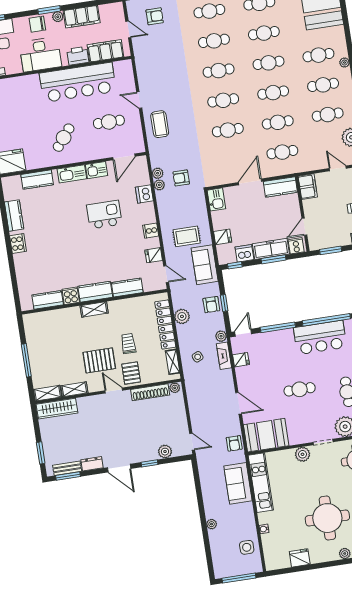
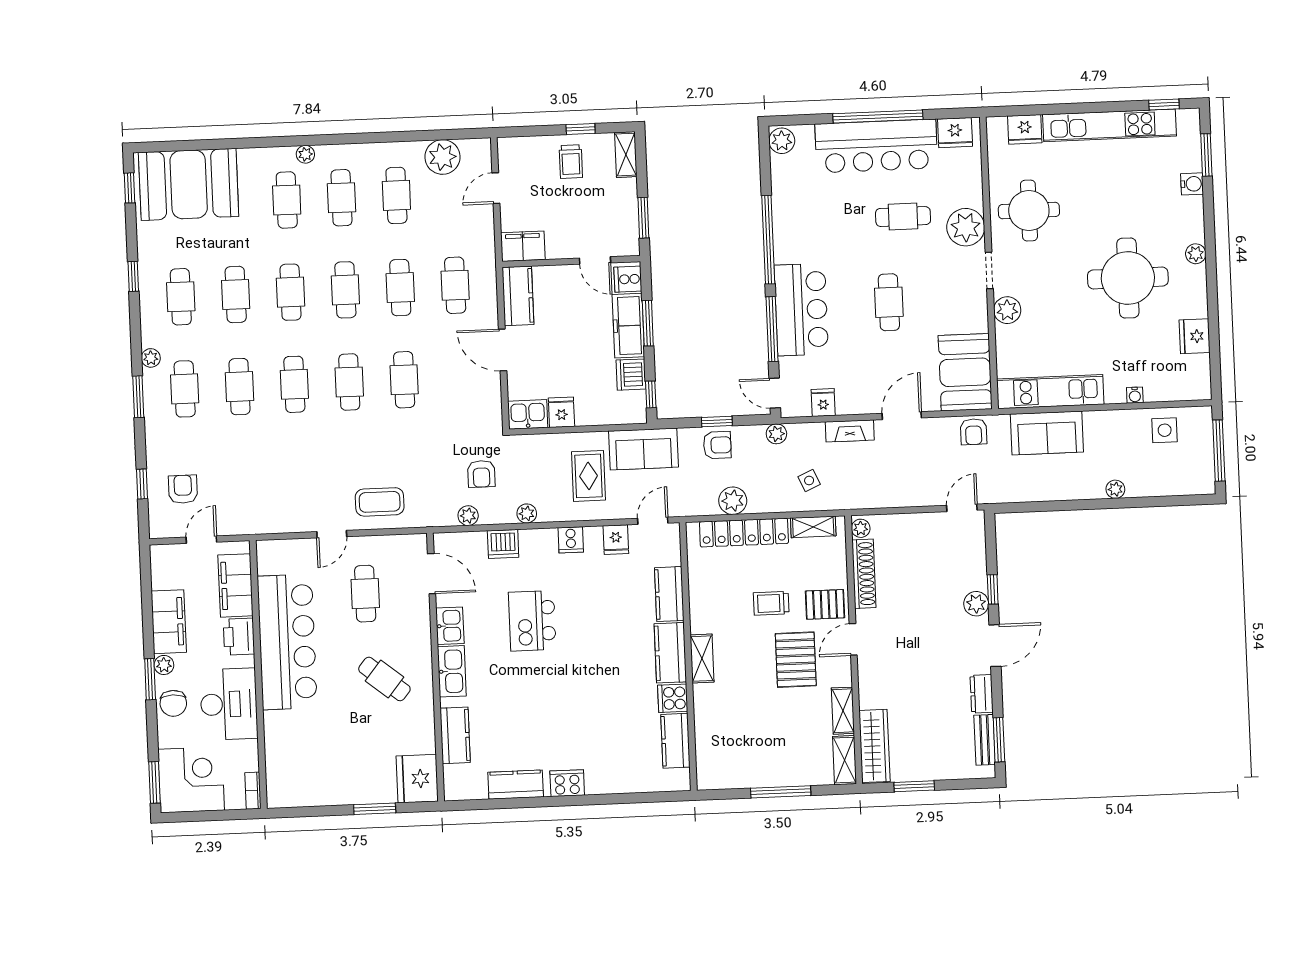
plant: (159, 185) -> (527, 513), moved
fridge: (223, 237) -> (561, 412), moved
bar counter: (320, 337) -> (801, 310), moved
fireplace: (224, 356) -> (850, 431), moved
armchair: (234, 443) -> (974, 432), turned 90
plant: (165, 452) -> (976, 604), moved
window: (41, 453) -> (914, 786), moved

